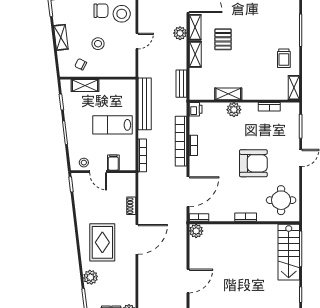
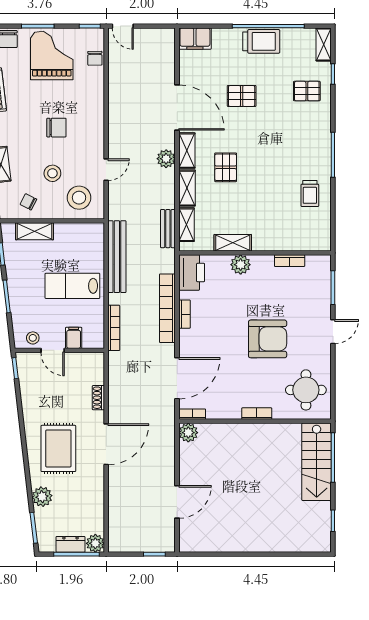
stool: (122, 14) -> (79, 198), moved
shelving: (294, 88) -> (186, 225), moved
printer: (196, 109) -> (192, 272), width x1.87, depth x1.48

